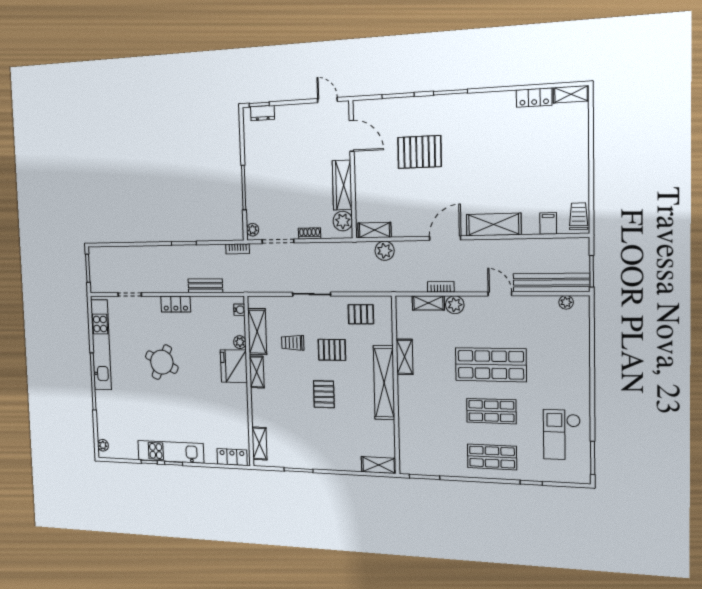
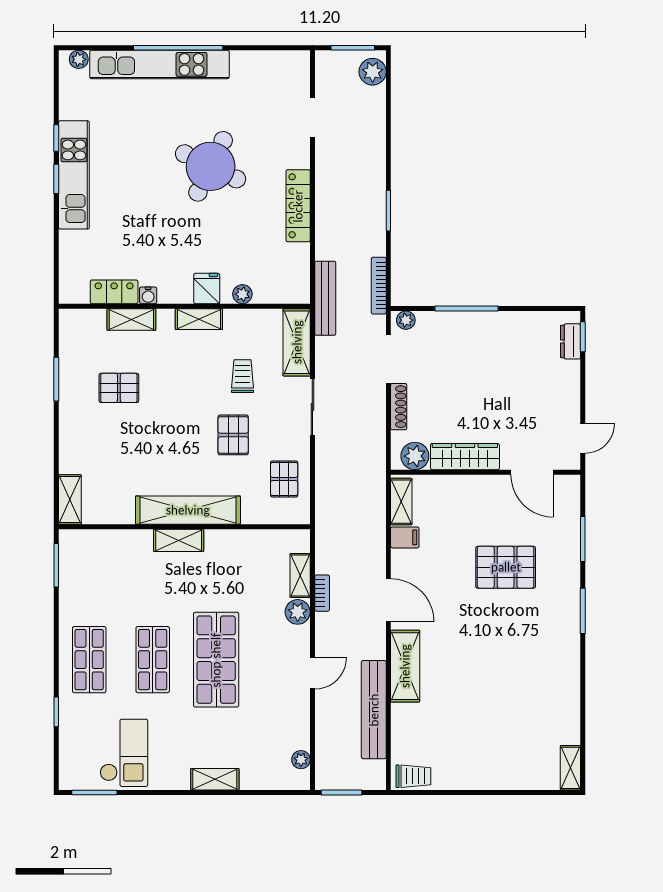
locker: (534, 98) -> (569, 721), removed
door: (352, 136) -> (532, 472), hinge flipped
pallet: (420, 152) -> (506, 567), turned 90
filing cabinet: (548, 223) -> (405, 537), moved
shoe rack: (310, 233) -> (399, 407), width x1.43
bookcase: (238, 249) -> (379, 286), width x1.56
plant: (385, 251) -> (373, 72), moved
bench: (551, 283) -> (374, 710), moved
bench: (205, 286) -> (325, 298), moved, width x1.36
locker: (176, 304) -> (298, 206), width x1.53
water cooler: (239, 310) -> (148, 295), moved
shelving: (257, 332) -> (297, 342), moved, turned 90
kitchen unit: (101, 345) -> (160, 64), moved
shelving: (405, 357) -> (179, 540), moved
round table: (162, 362) -> (211, 166), width x1.36, depth x1.36
fridge: (234, 366) -> (207, 288), width x0.53, depth x0.75
shelving: (582, 367) -> (215, 779), added
pallet: (324, 394) -> (119, 388), moved
checkout: (562, 435) -> (124, 753), turned 90
shelving: (259, 443) -> (131, 319), moved
locker: (232, 457) -> (114, 292), moved, turned -90

